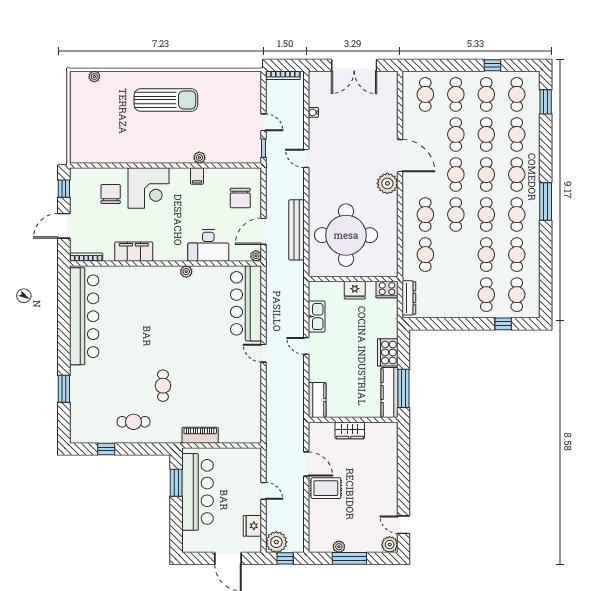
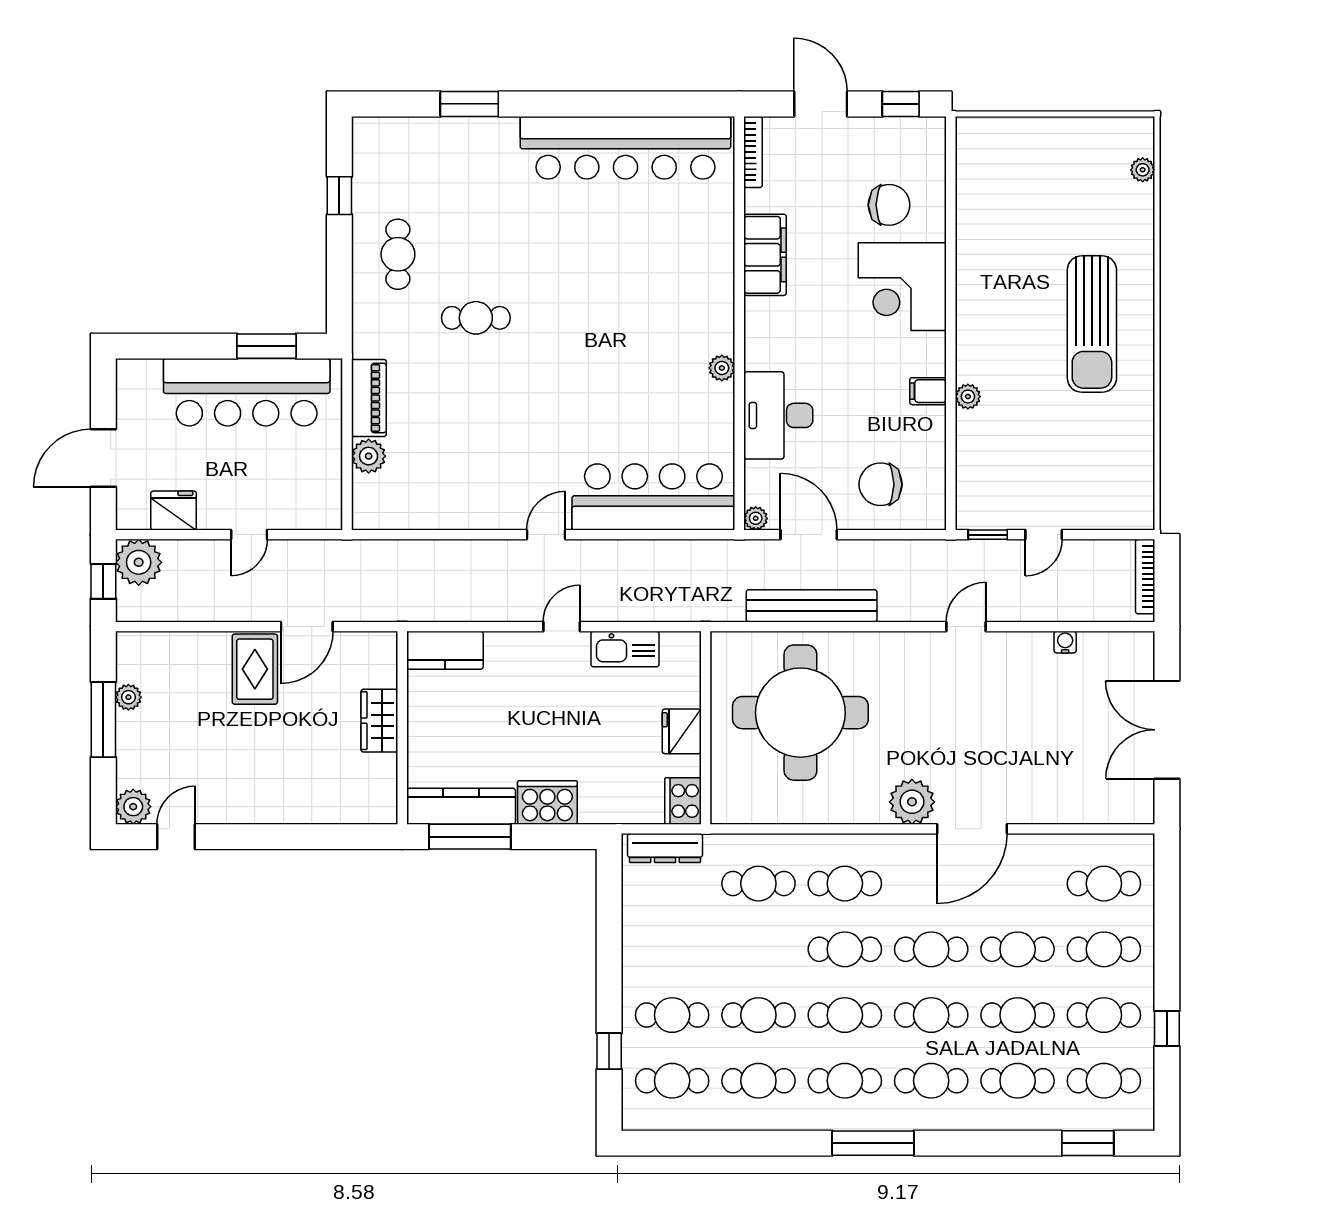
plant: (227, 435) -> (369, 456), added

